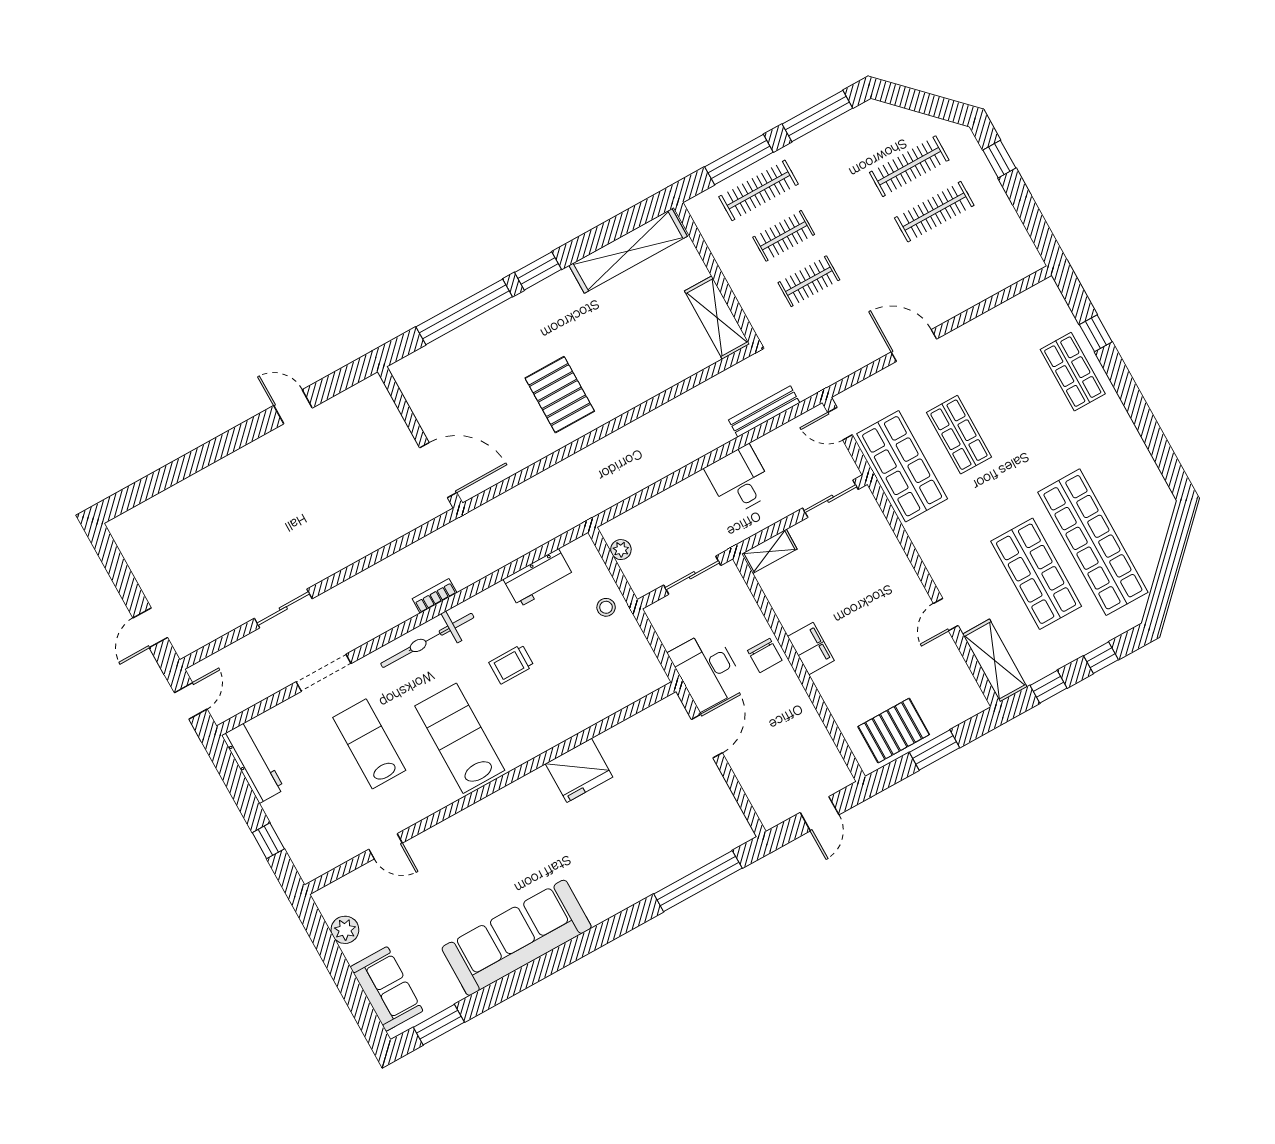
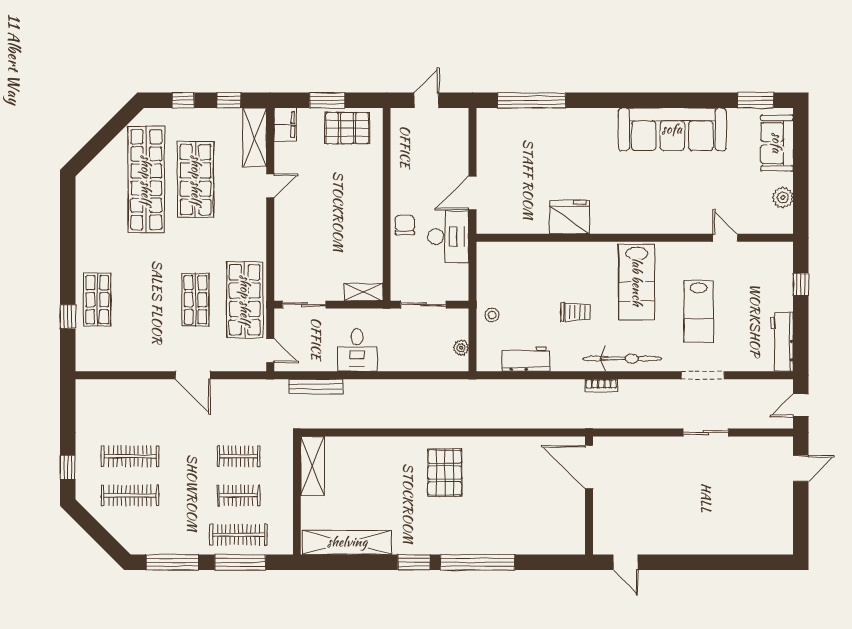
wall: (420, 437) -> (589, 495), moved
door: (438, 470) -> (589, 467), moved
filing cabinet: (811, 649) -> (285, 125), moved, turned 180

